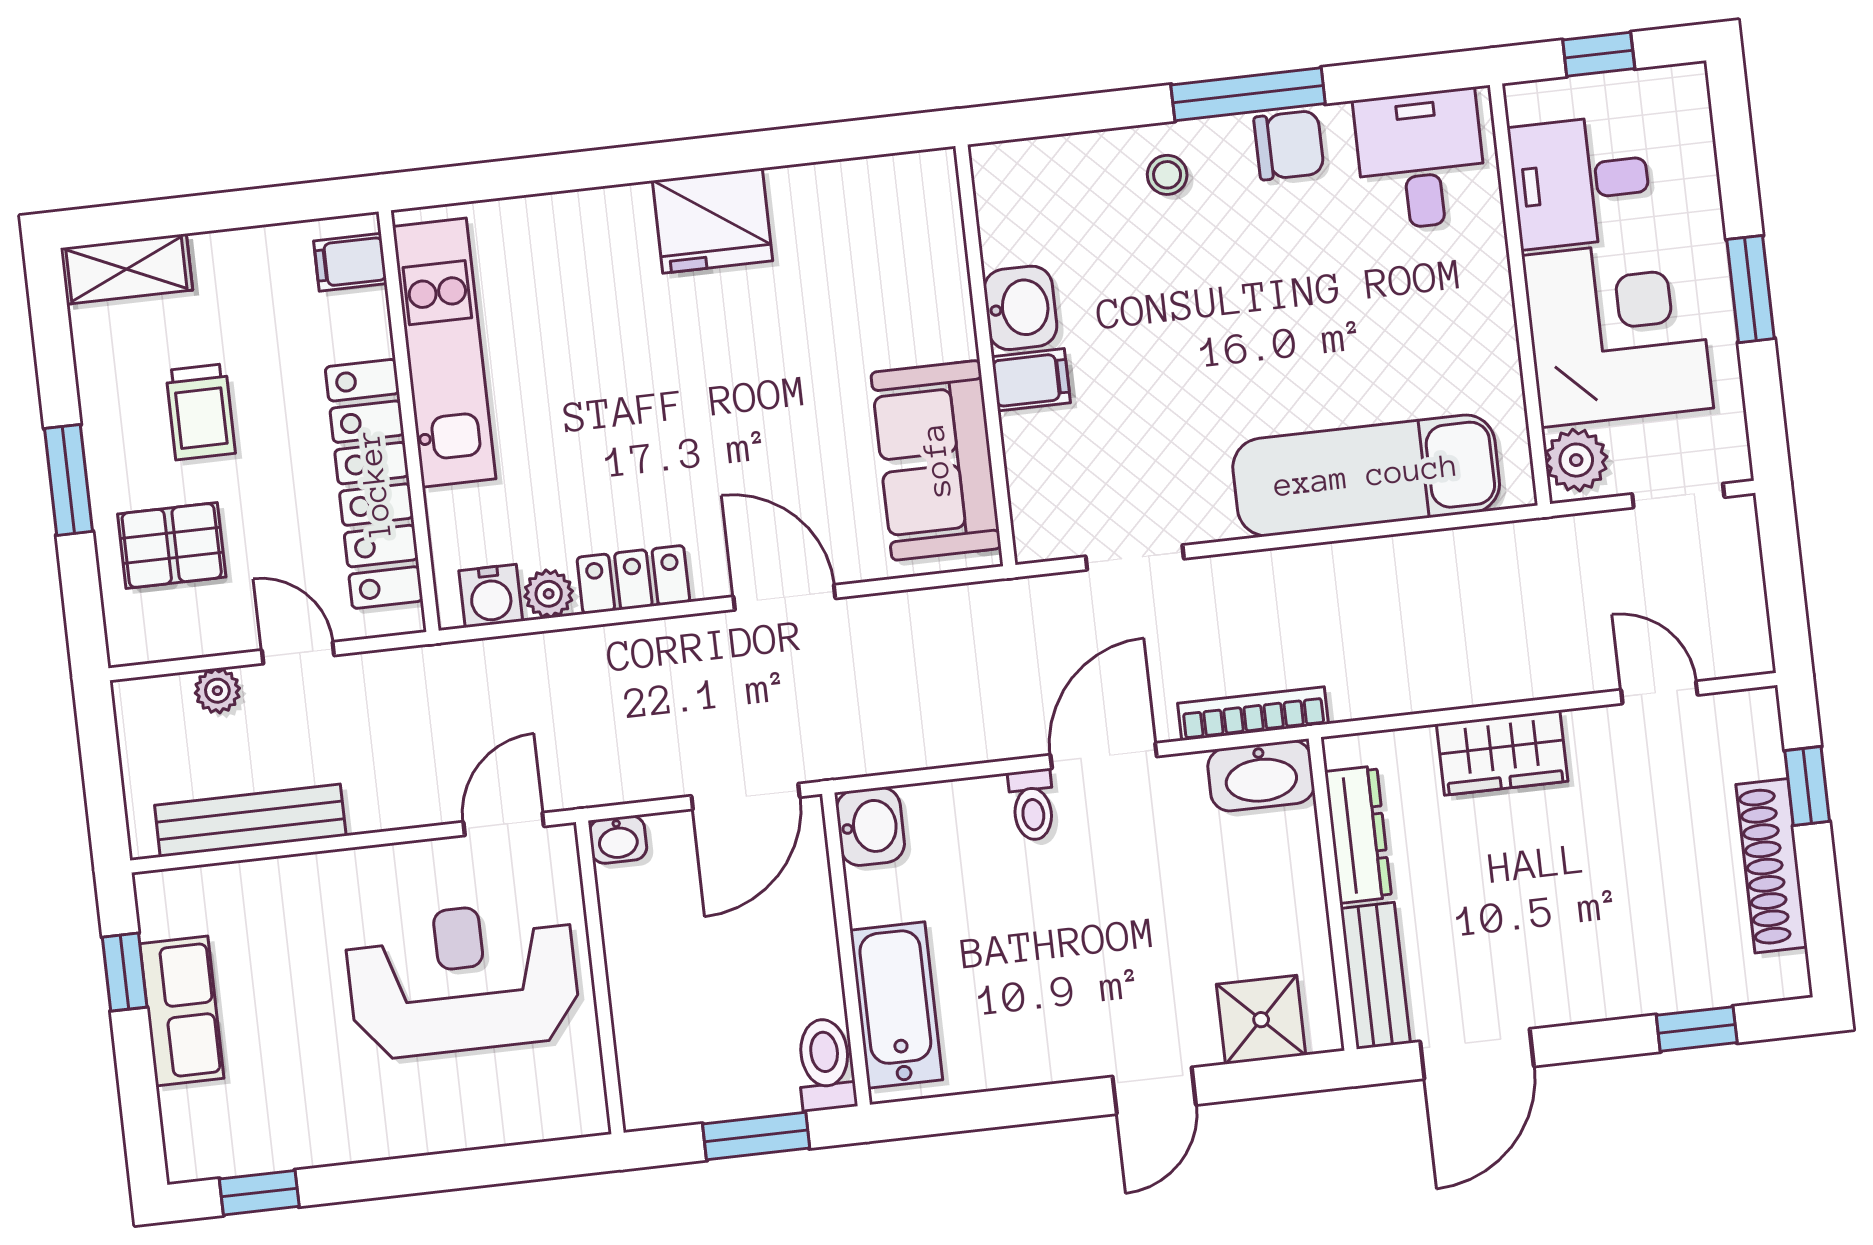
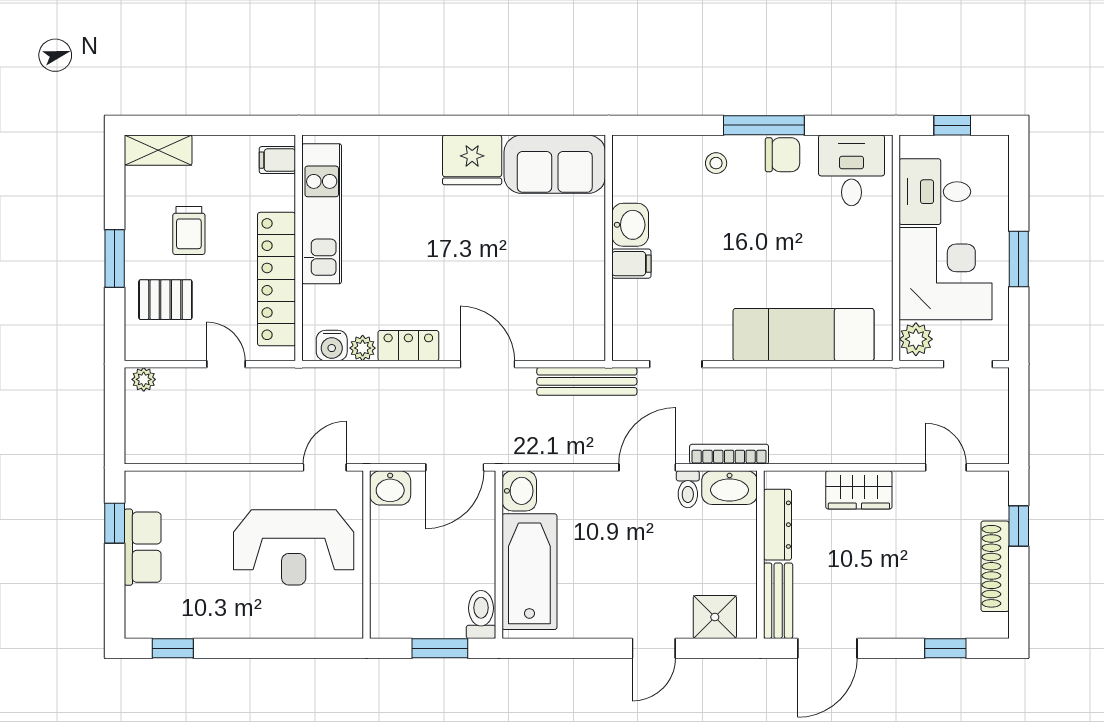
sofa: (936, 460) -> (555, 164), moved, turned -90
plant: (217, 691) -> (144, 379), moved
toilet: (1032, 805) -> (688, 489), moved
bench: (250, 821) -> (587, 381), moved
washbasin: (618, 840) -> (390, 488), width x1.38, depth x1.45
reception desk: (463, 979) -> (294, 547), turned 180
bathtub: (896, 1005) -> (529, 572), width x1.36, depth x1.36

